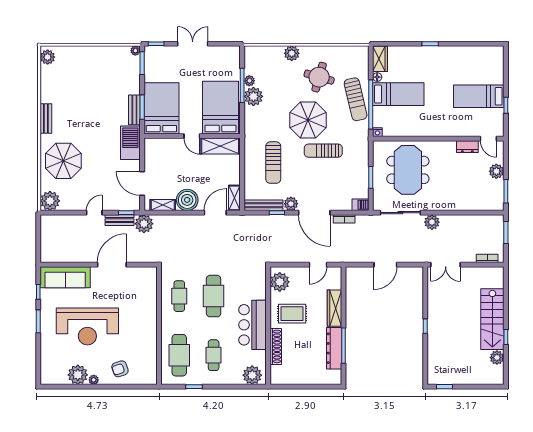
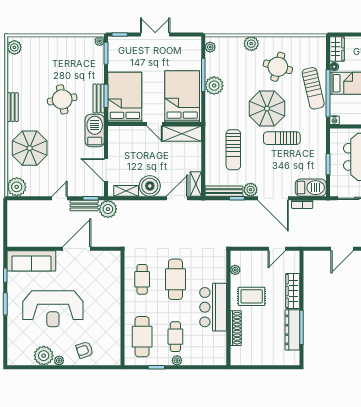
plant: (249, 81) -> (210, 47), moved
round table: (97, 111) -> (62, 99), added
barbecue: (360, 205) -> (311, 188), width x1.88, depth x1.53
plant: (280, 282) -> (235, 270), width x0.53, depth x0.53
plant: (252, 375) -> (177, 360), moved, width x0.53, depth x0.53

